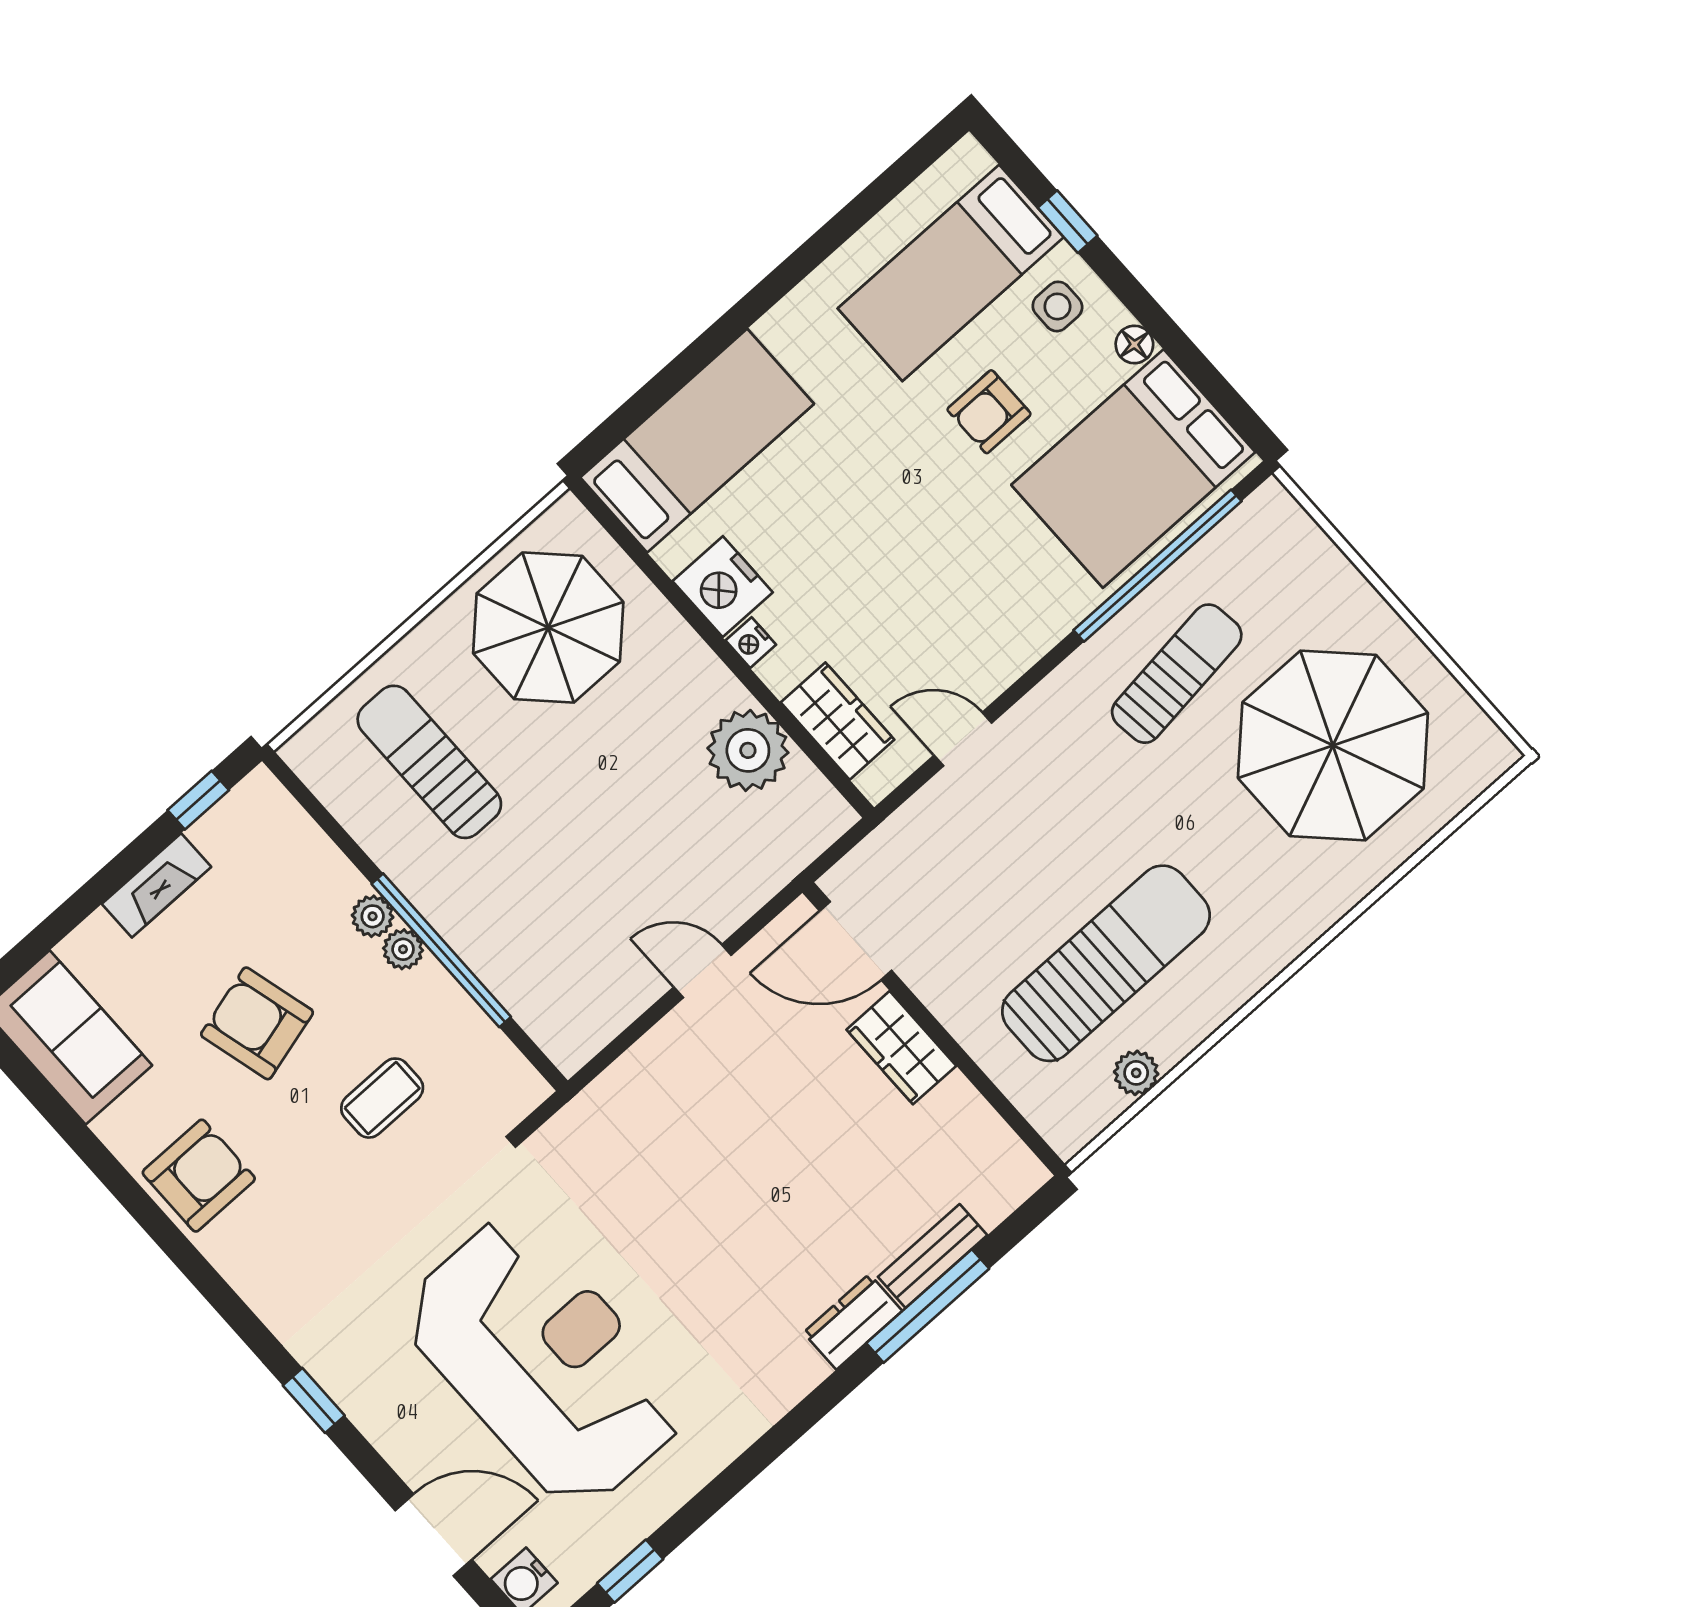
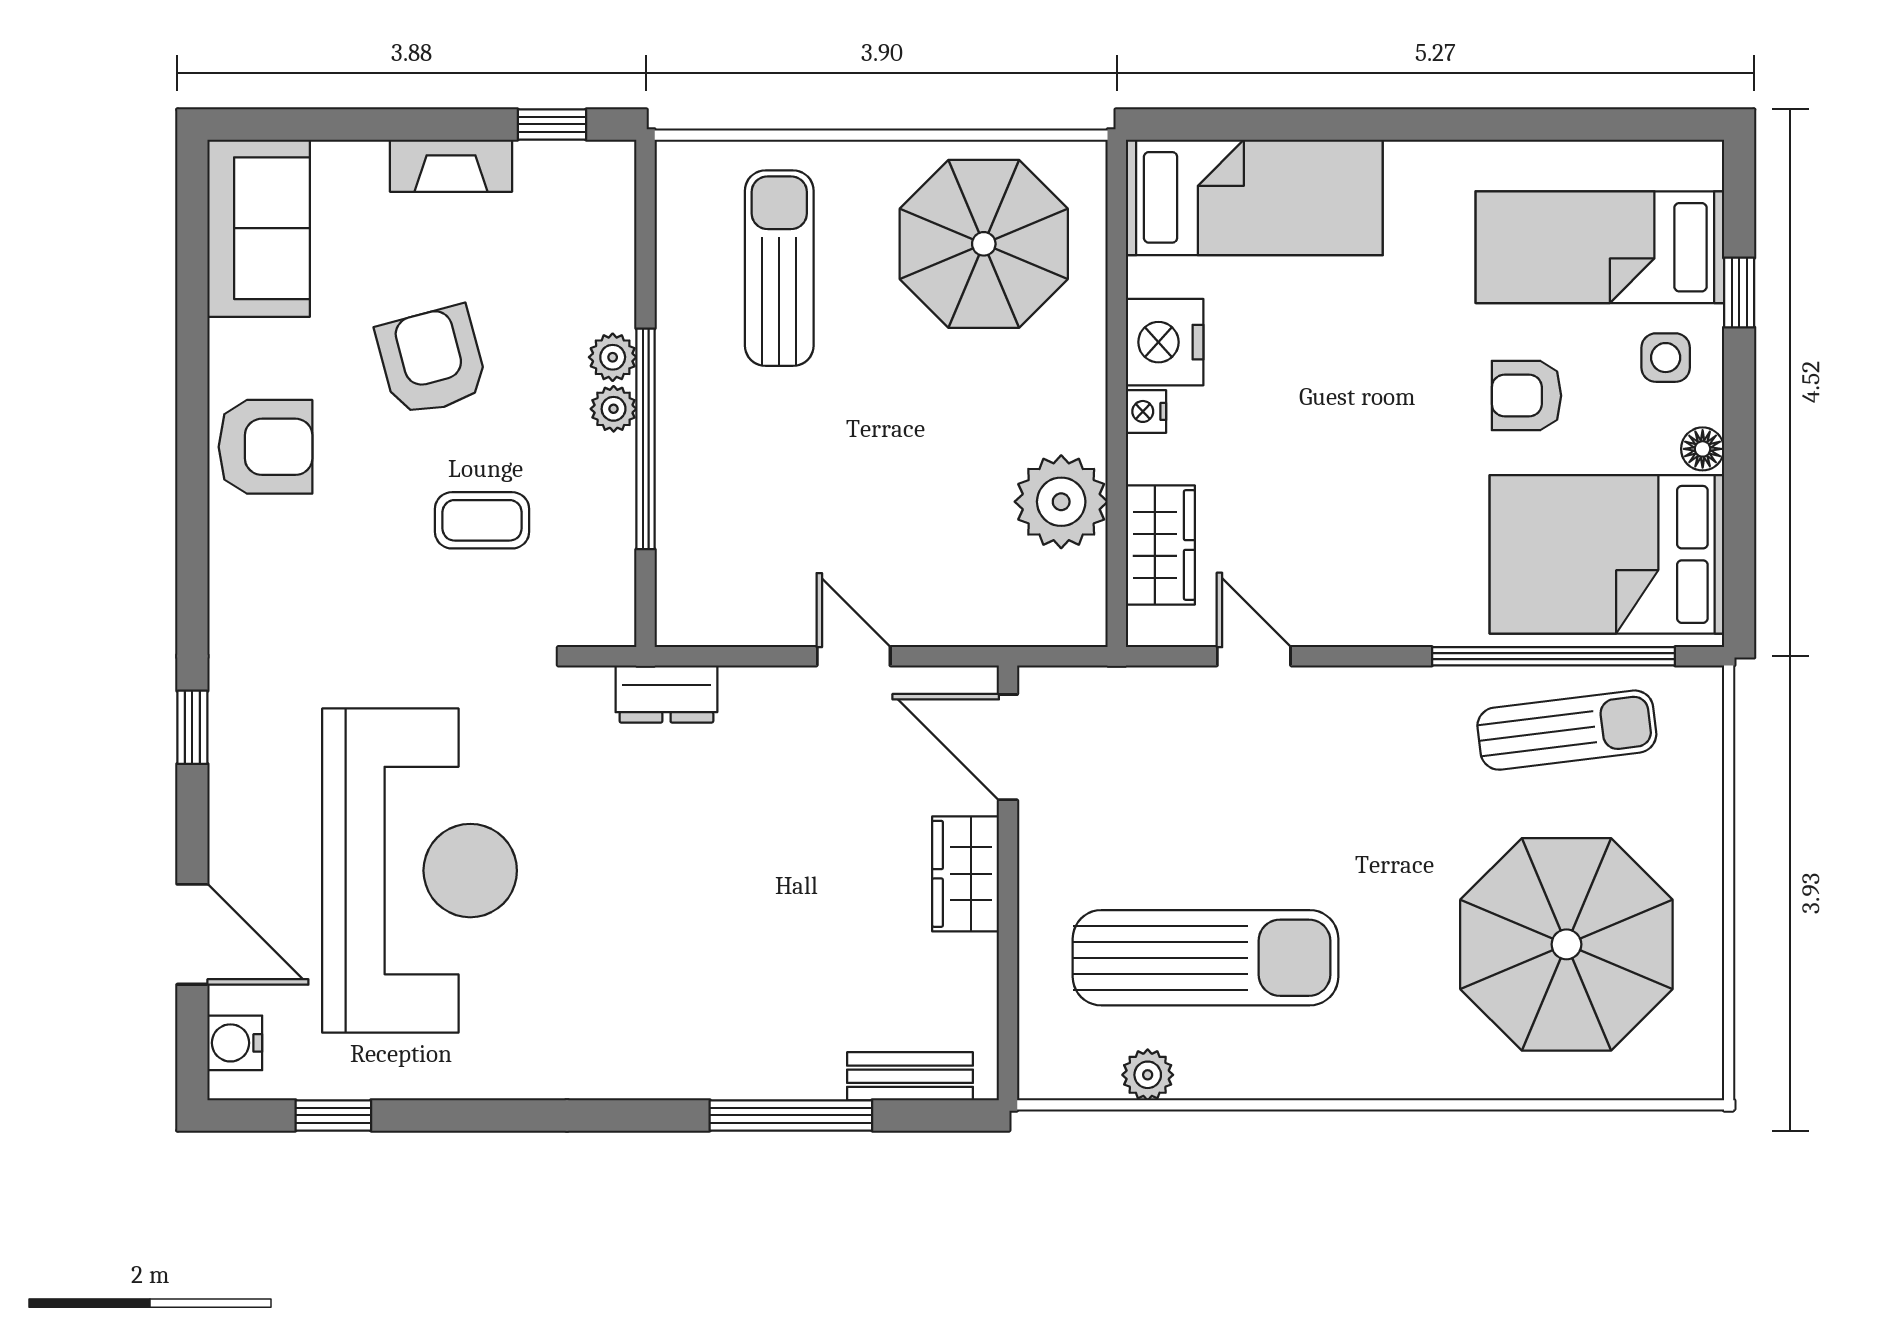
sun lounger: (1177, 674) -> (1567, 730), moved
bench: (933, 1256) -> (910, 1076), moved
dresser: (853, 1322) -> (666, 694), moved, turned 180

